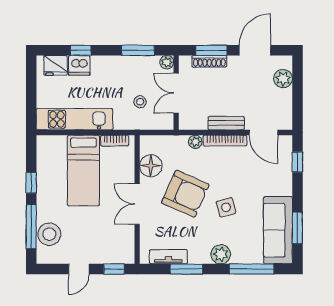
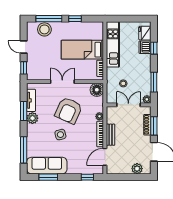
floor lamp: (151, 166) -> (97, 90), moved
plant: (221, 254) -> (32, 118), moved

